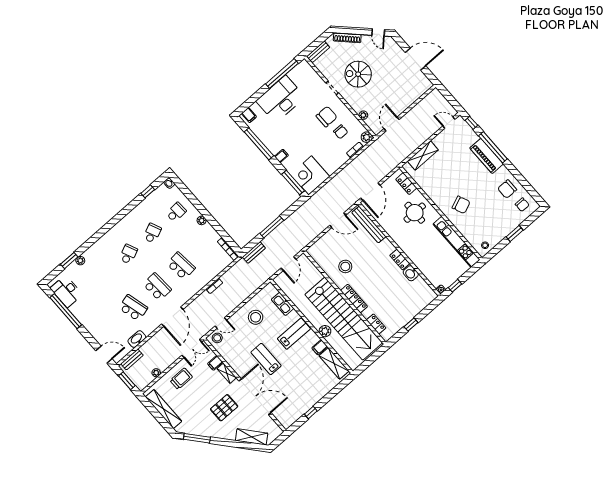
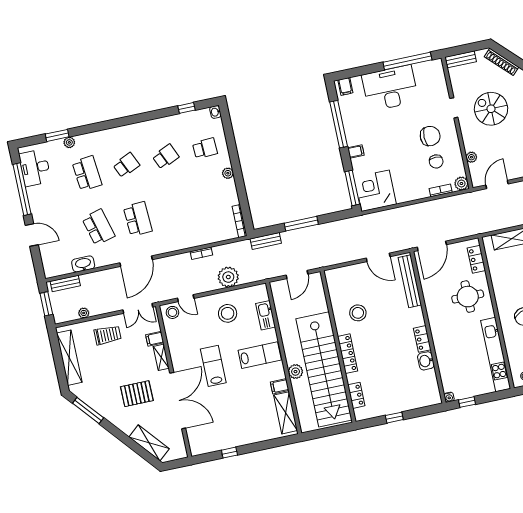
school desk: (181, 266) -> (87, 173), moved
plant: (242, 292) -> (228, 277), added
door: (104, 355) -> (32, 235), moved

